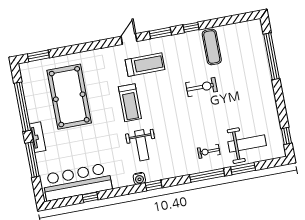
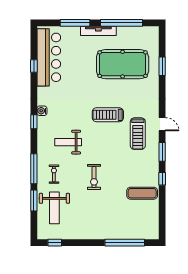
window: (38, 56) -> (162, 66), moved
exercise bike: (201, 87) -> (94, 177), moved
tv unit: (38, 137) -> (98, 31), width x1.41
weight bench: (142, 145) -> (68, 142), moved

